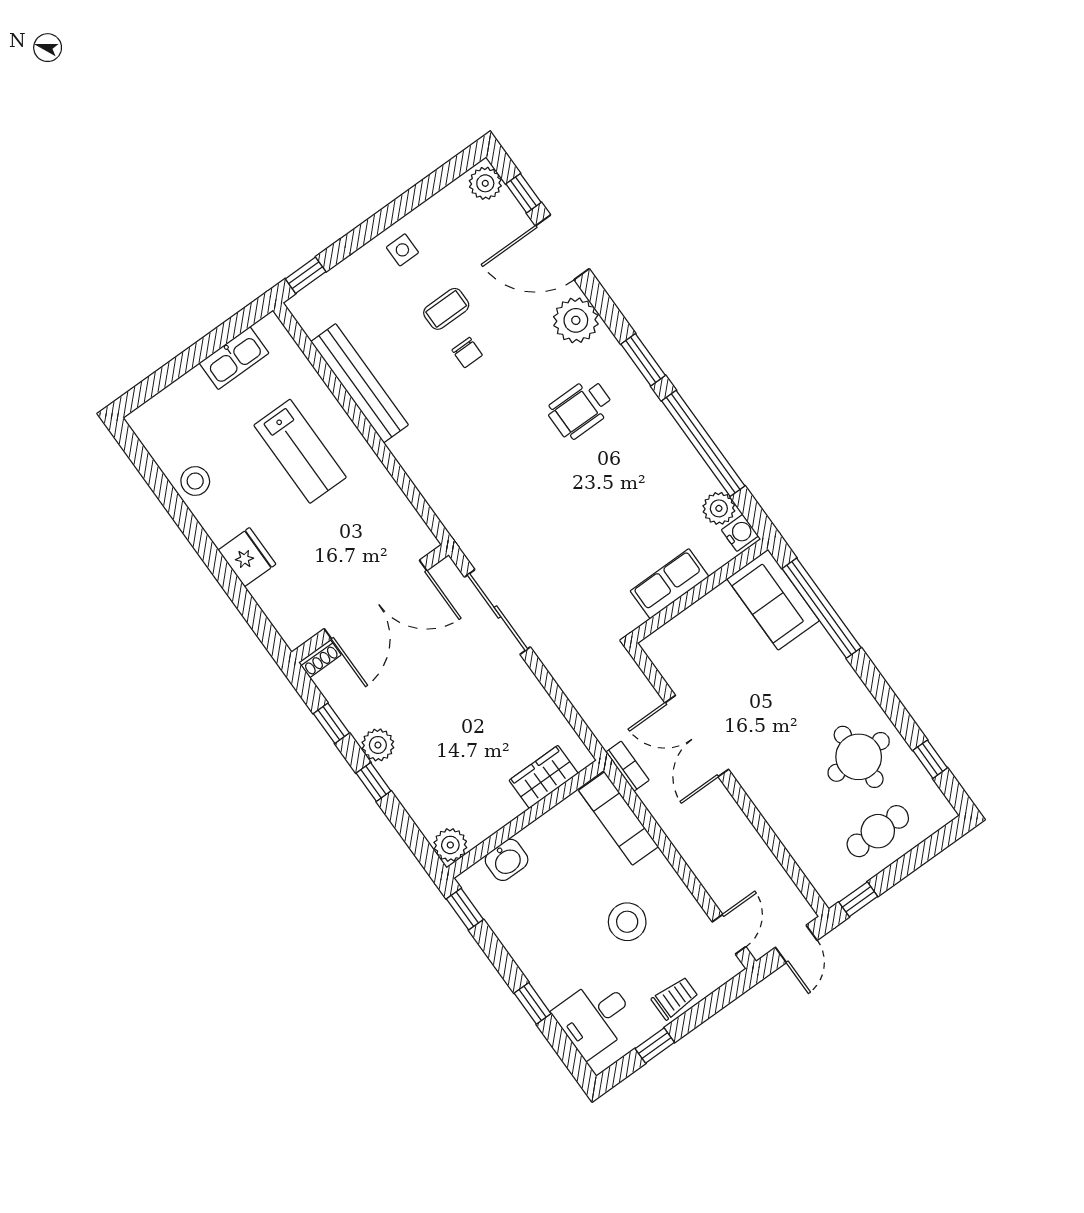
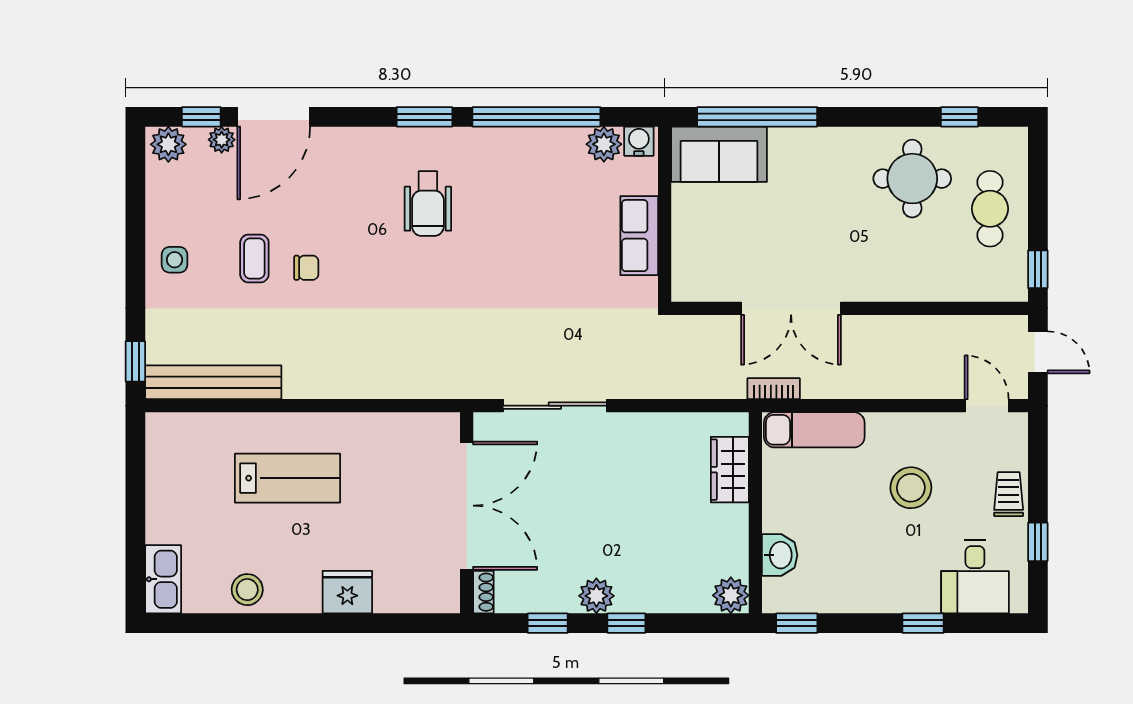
plant: (576, 320) -> (222, 140), moved, width x0.53, depth x0.53
kitchen sink: (234, 358) -> (163, 579), moved
bench: (360, 383) -> (213, 382), moved

